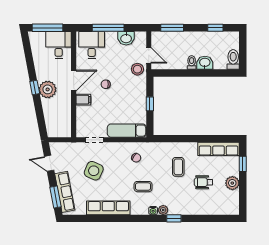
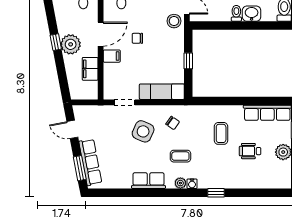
filing cabinet: (65, 111) -> (90, 69), added
side table: (94, 171) -> (143, 131), moved
row of seats: (108, 208) -> (148, 181), width x0.68
plant: (163, 210) -> (180, 183), moved

